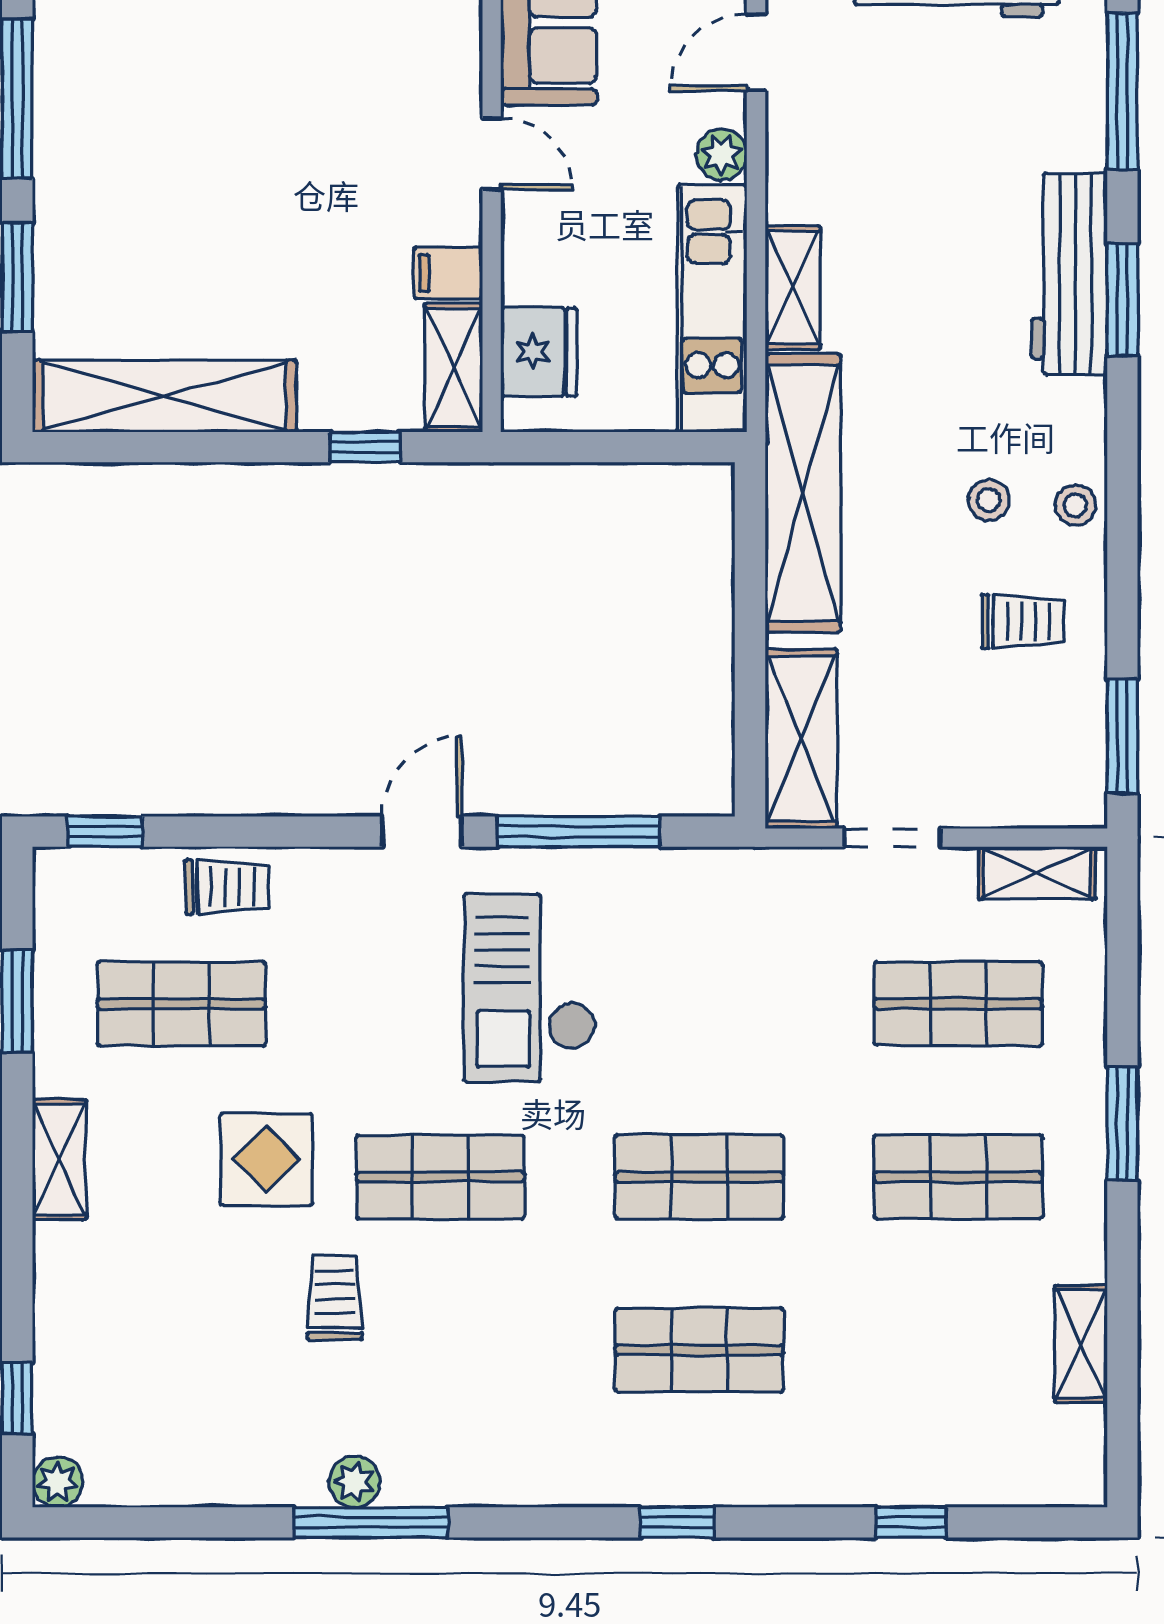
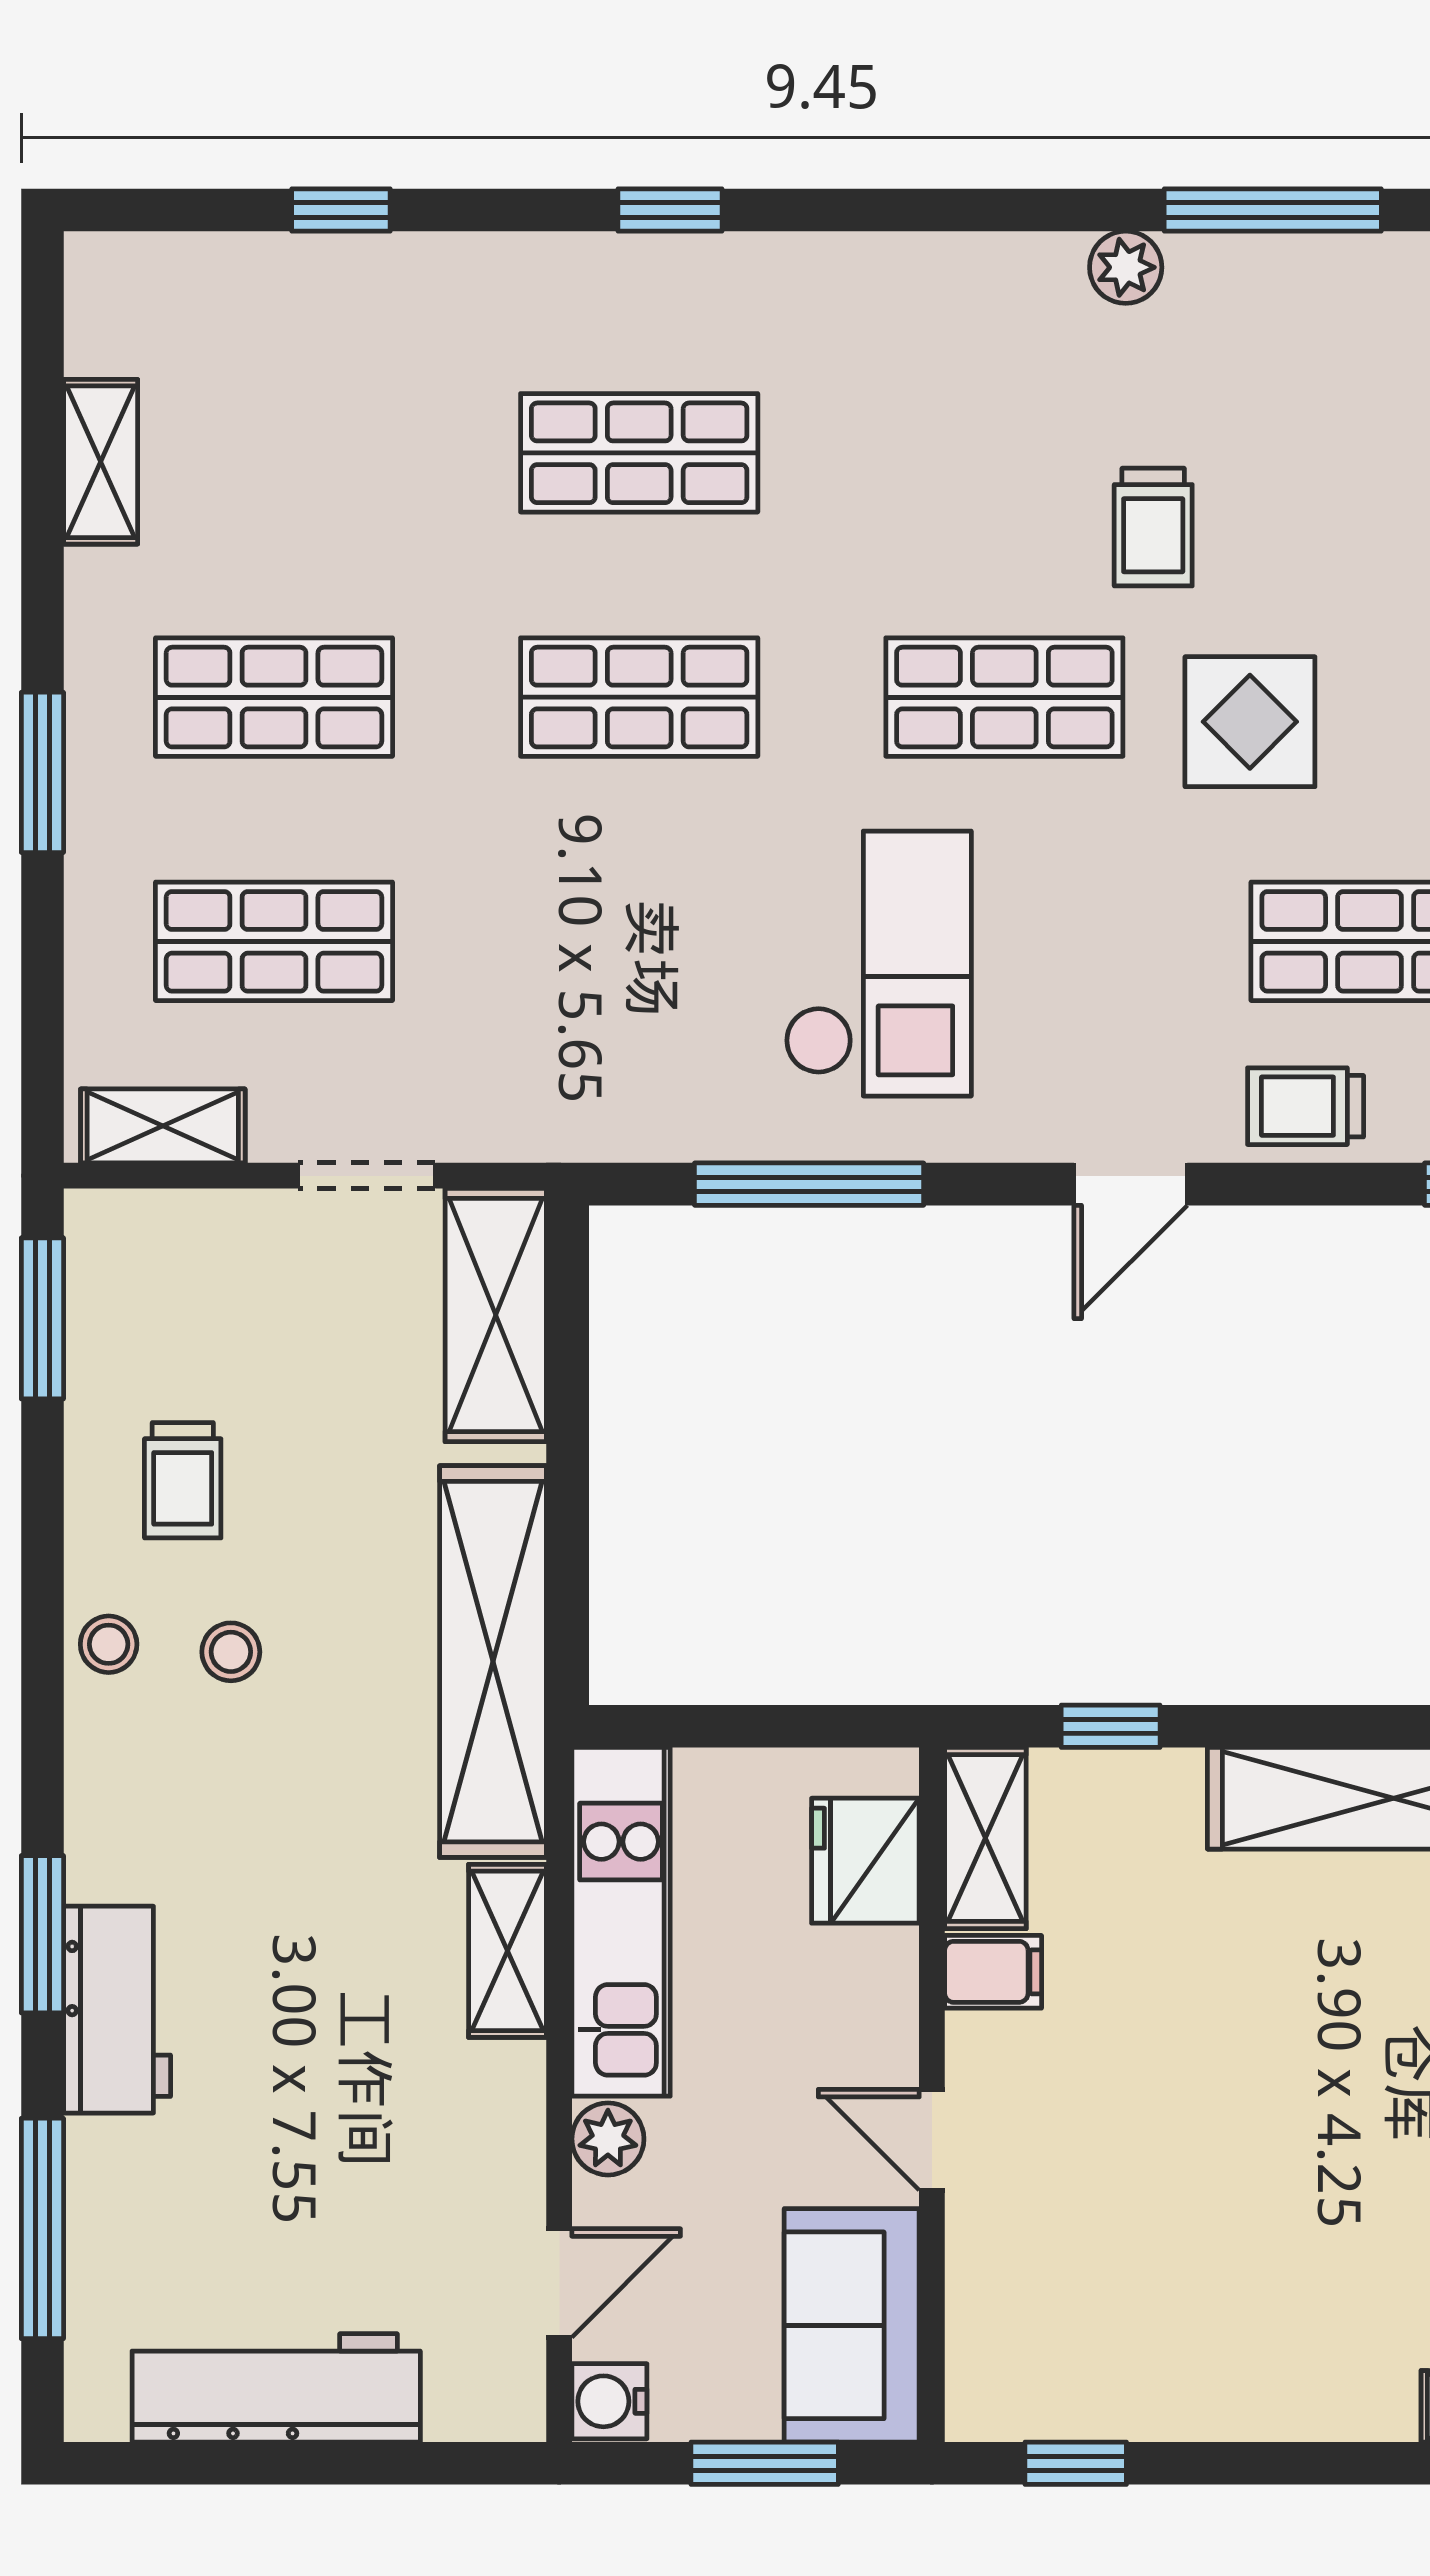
workbench: (1069, 274) -> (117, 2010), width x0.73
trolley: (1023, 622) -> (183, 1480), turned -90
door: (422, 832) -> (1131, 1184), moved
window: (371, 1522) -> (1273, 210), moved

